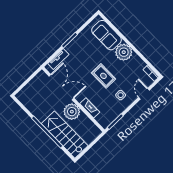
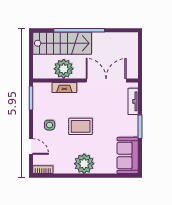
sofa: (106, 35) -> (128, 155), moved, turned -90
double door: (61, 87) -> (106, 80), swing flipped
plant: (72, 112) -> (64, 69), moved

